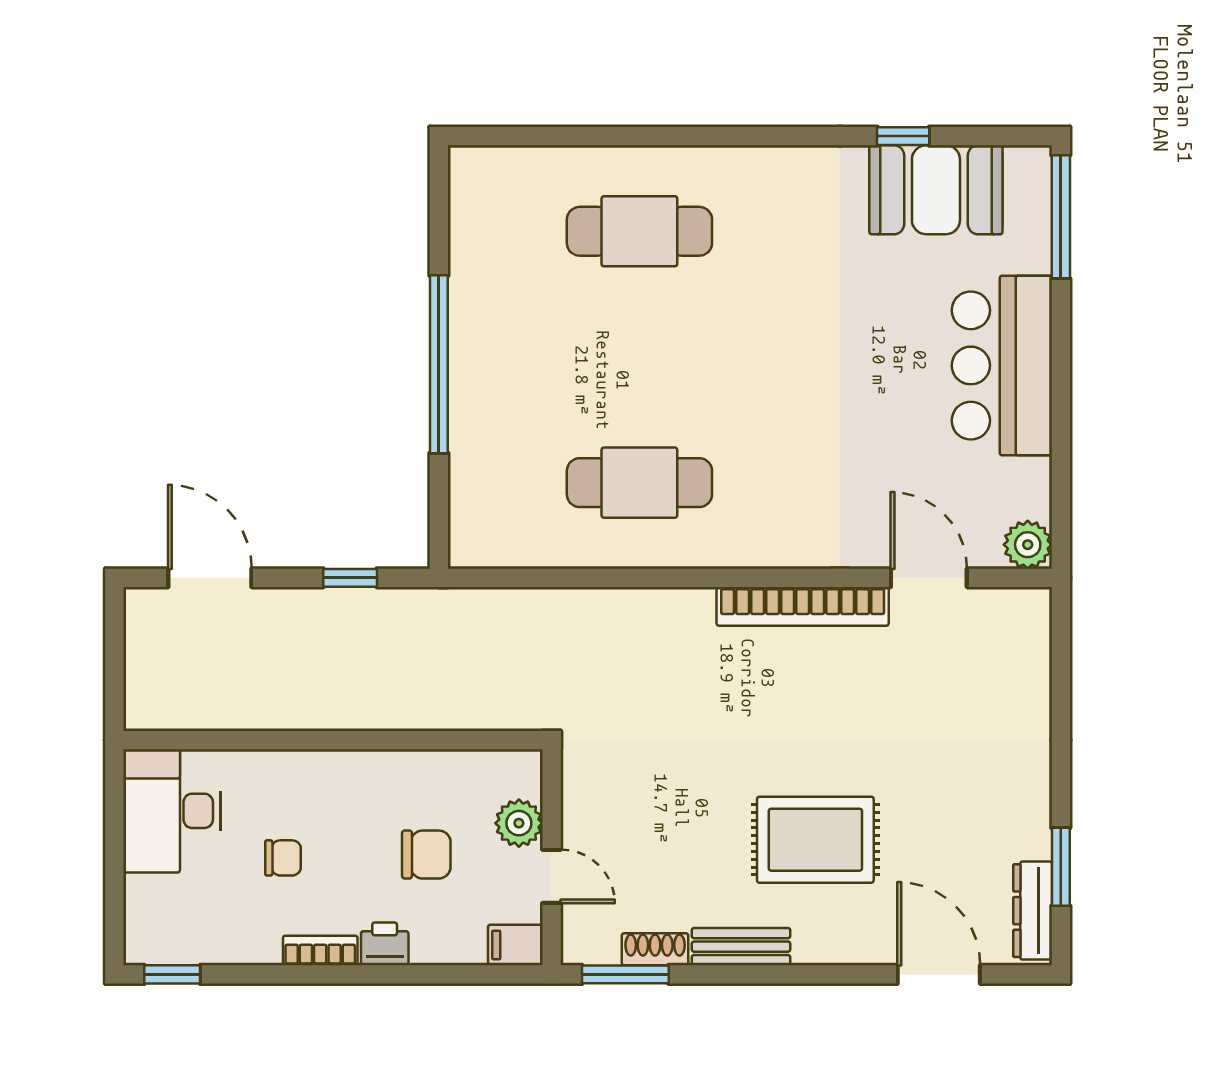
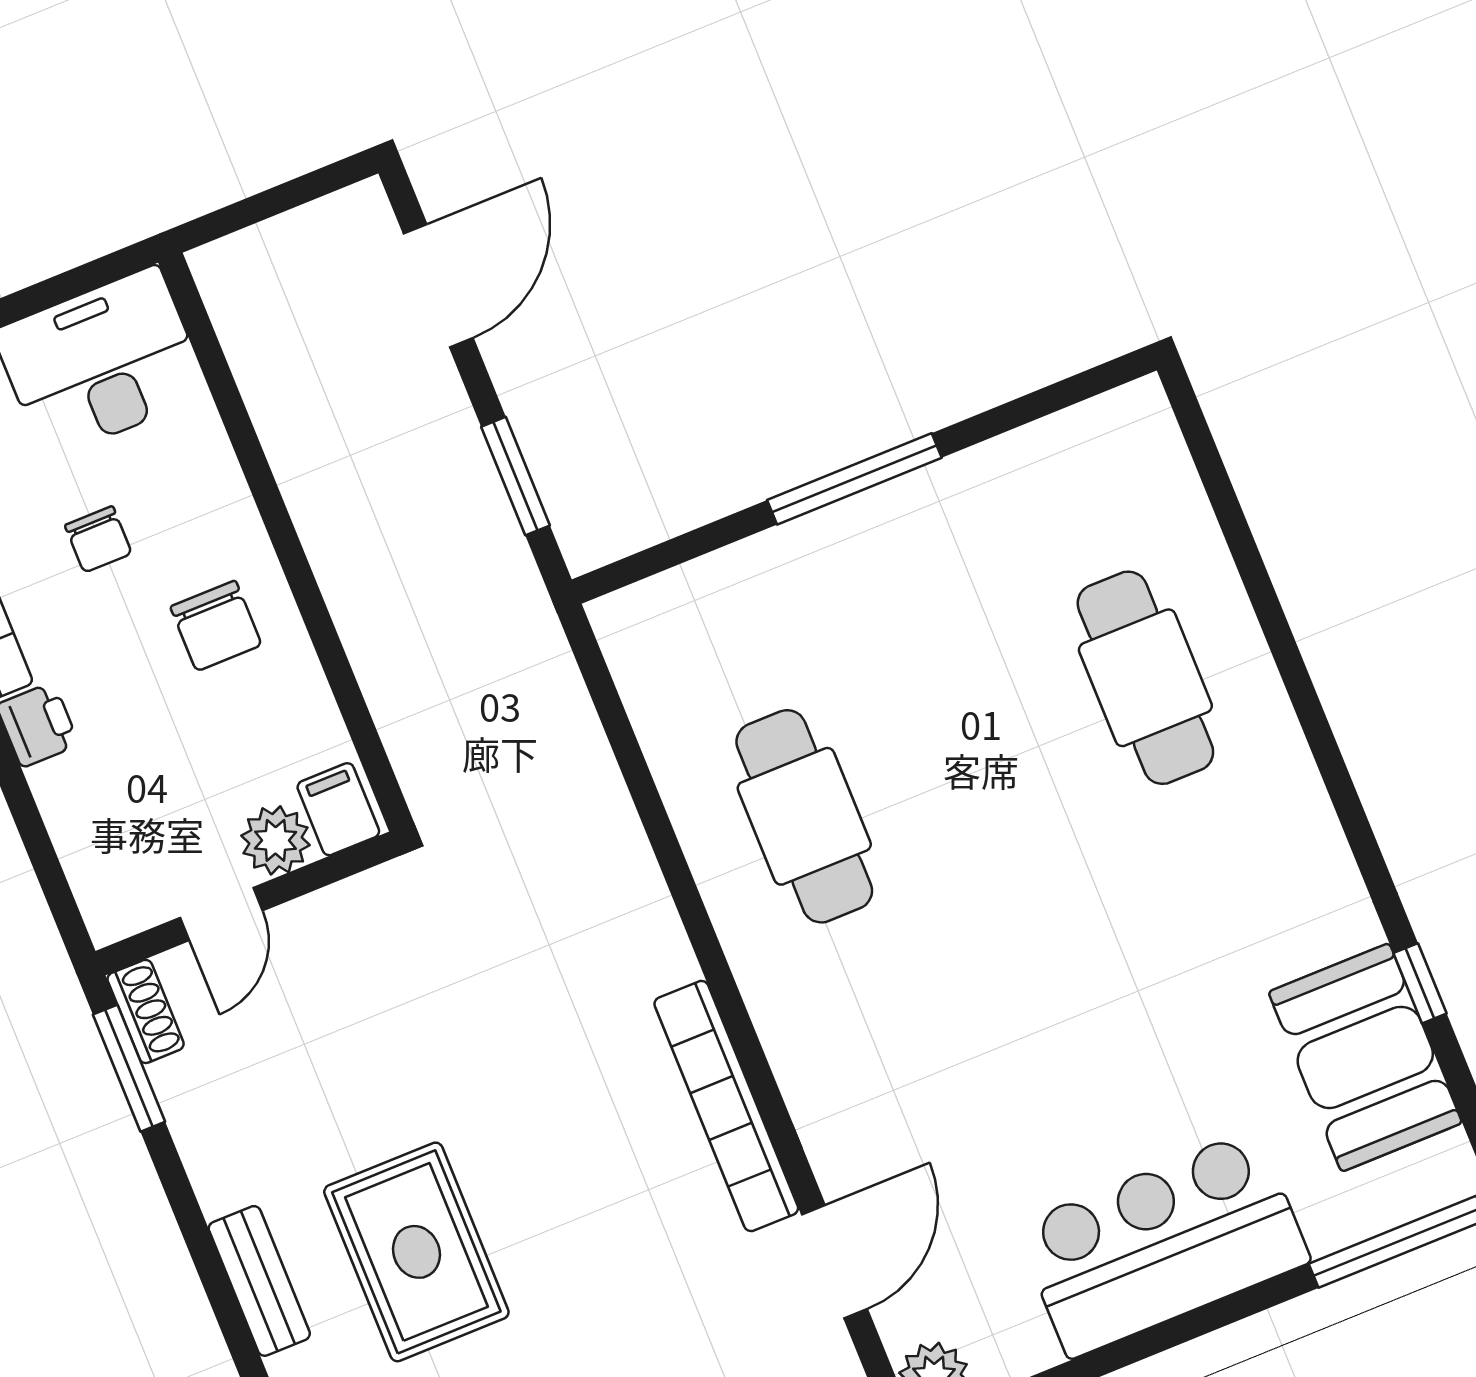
window: (439, 364) -> (854, 479), width x0.68
window: (350, 578) -> (516, 476), width x1.50
chair: (426, 855) -> (216, 626), moved
filing cabinet: (515, 945) -> (338, 809), moved
bench: (741, 947) -> (259, 1281), moved
shoe rack: (655, 949) -> (146, 1011), moved

